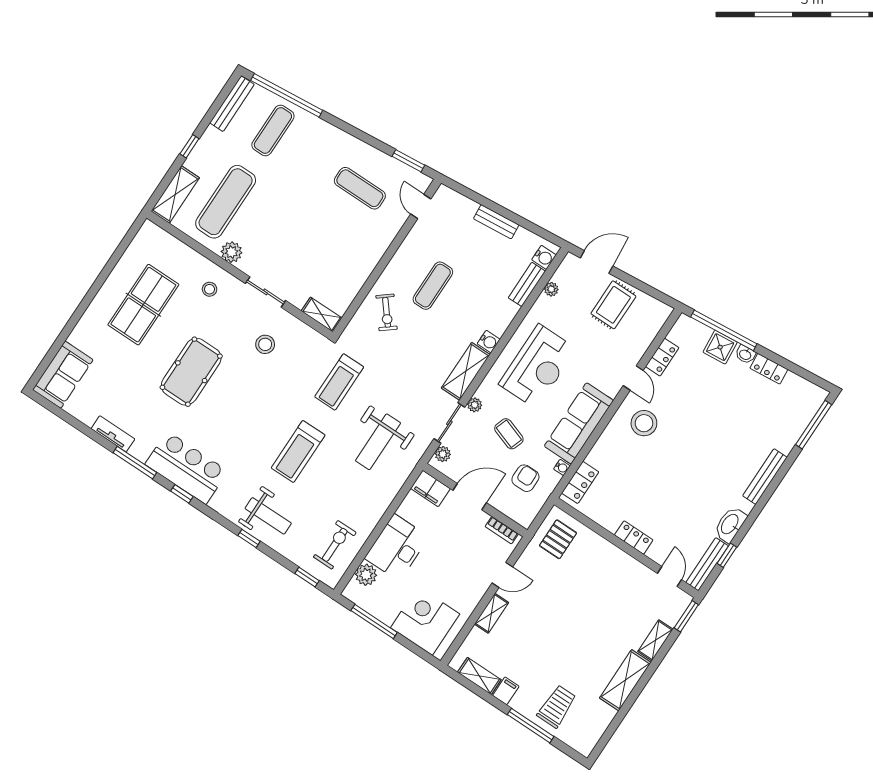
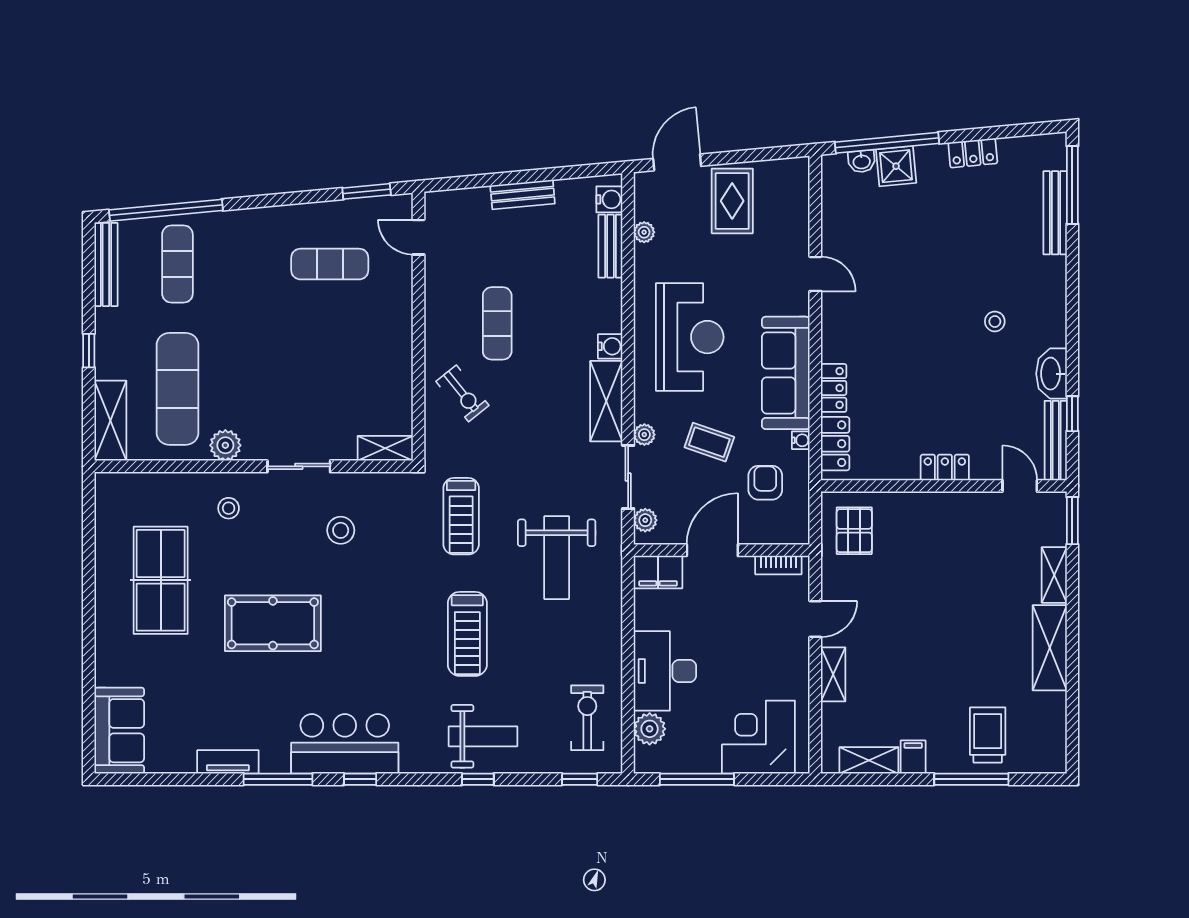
washbasin: (745, 354) -> (862, 161), moved
locker: (662, 357) -> (834, 388), moved
pool table: (191, 372) -> (273, 623), turned 90
stool: (644, 423) -> (995, 321), moved, width x0.53, depth x0.53
bench: (765, 477) -> (1055, 213), moved

